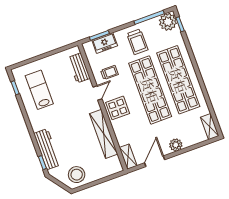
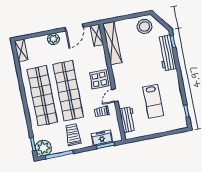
lab bench: (39, 90) -> (153, 101), moved
shelving: (104, 134) -> (112, 43), moved

